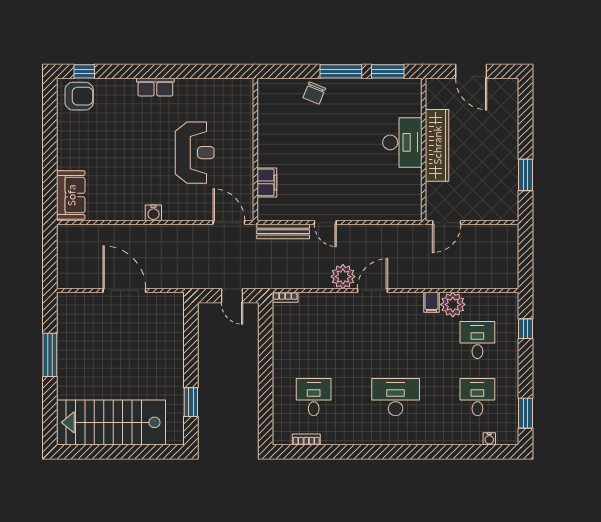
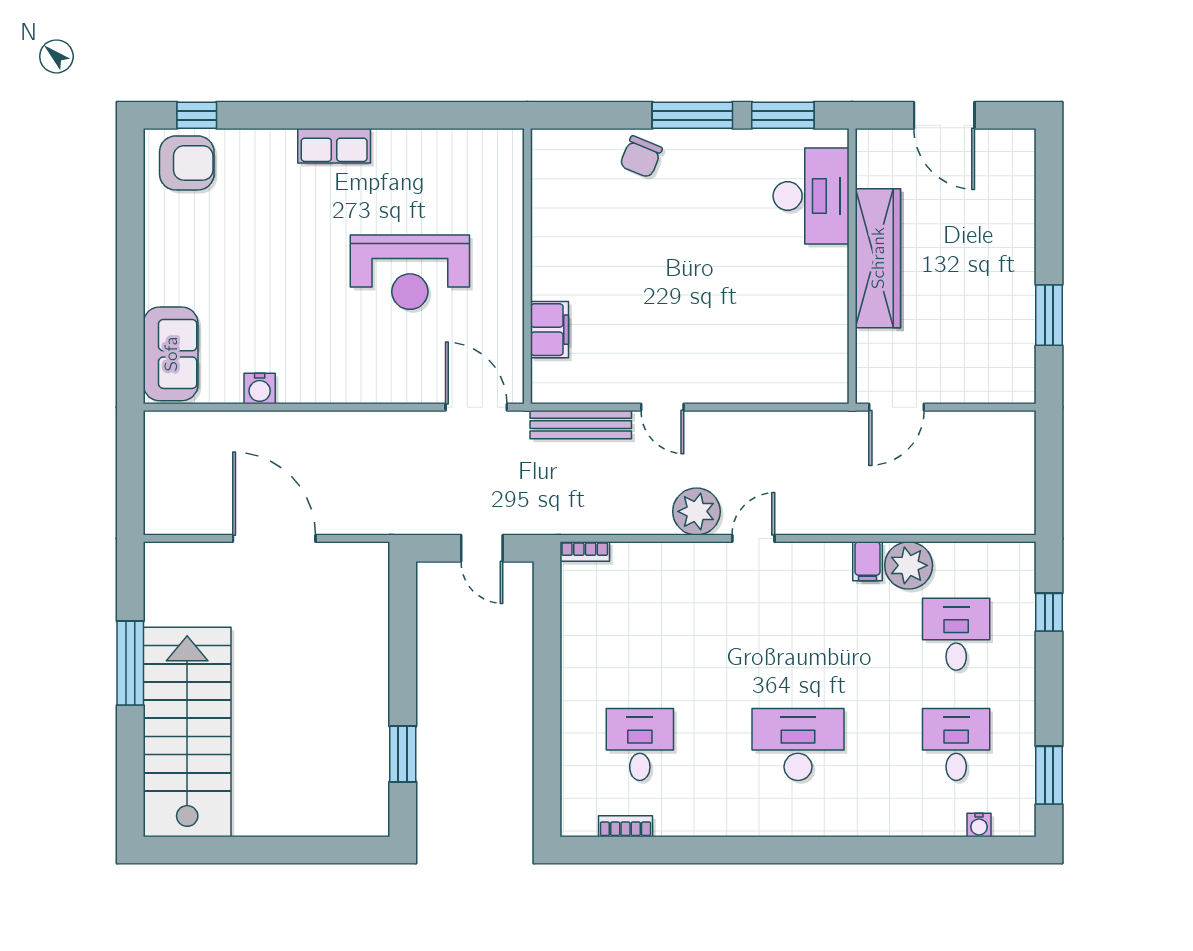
desk: (402, 142) -> (811, 196), moved
reception desk: (195, 153) -> (410, 272), turned 90
water cooler: (153, 213) -> (260, 388), moved
door: (372, 290) -> (753, 538), width x0.73
stairs: (111, 422) -> (187, 732), moved, turned 90

